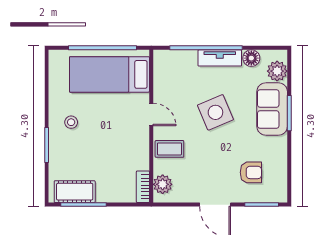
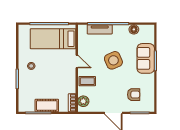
tv unit: (220, 58) -> (100, 29), moved
plant: (277, 71) -> (149, 37), removed
cot: (75, 192) -> (47, 105), moved

